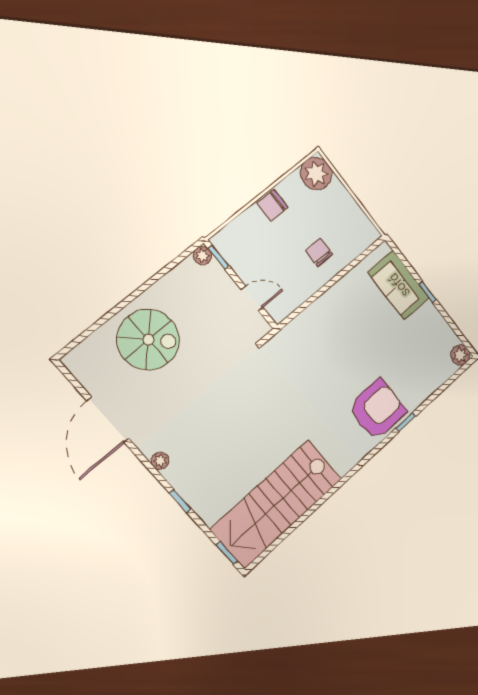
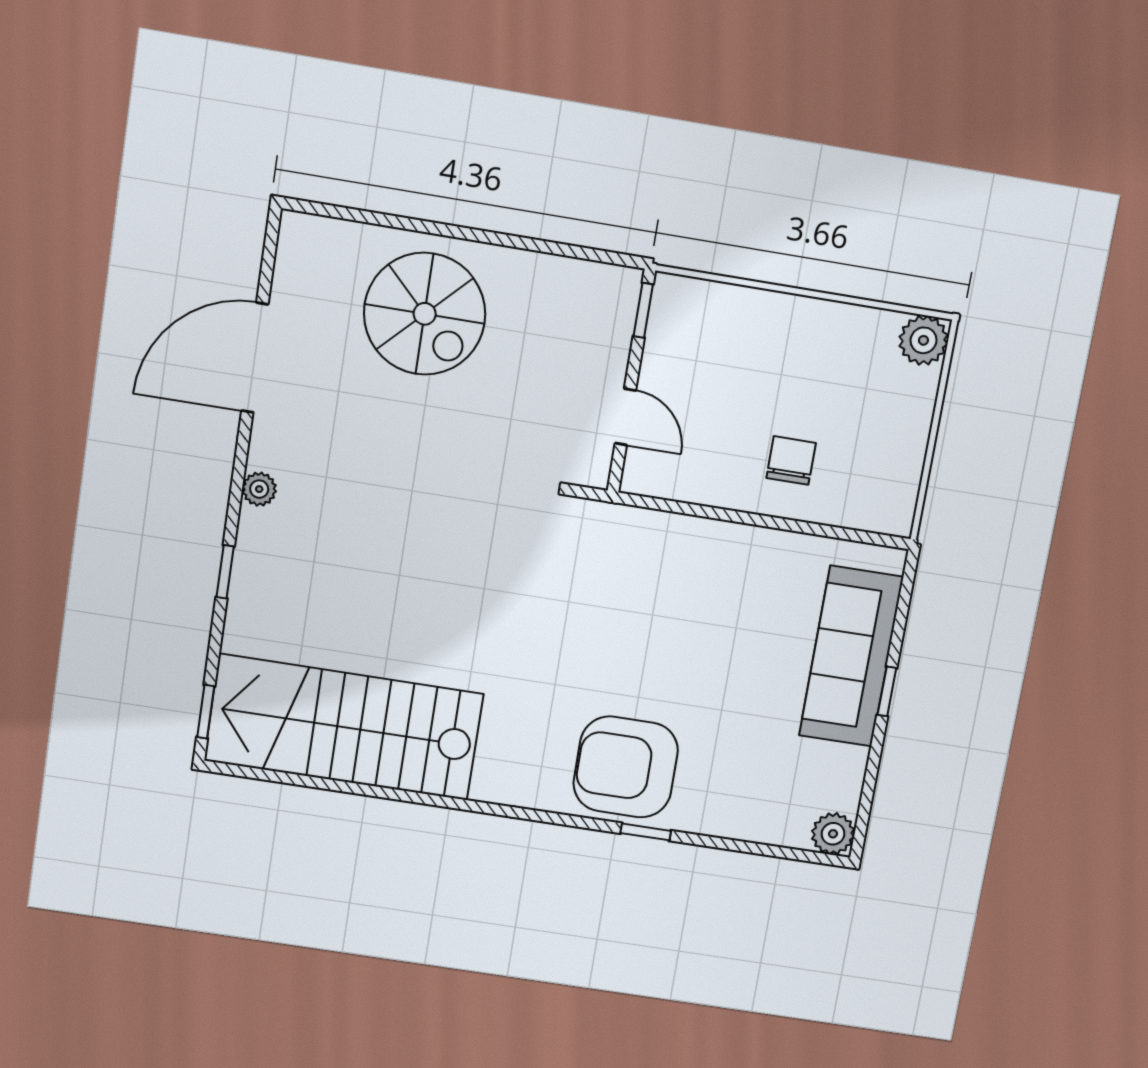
plant: (316, 174) -> (923, 340), width x0.73, depth x0.73
chair: (272, 205) -> (800, 323), removed
plant: (202, 256) -> (624, 284), removed
sofa: (399, 285) -> (851, 656), width x1.36
armchair: (377, 410) -> (626, 767), turned 180

